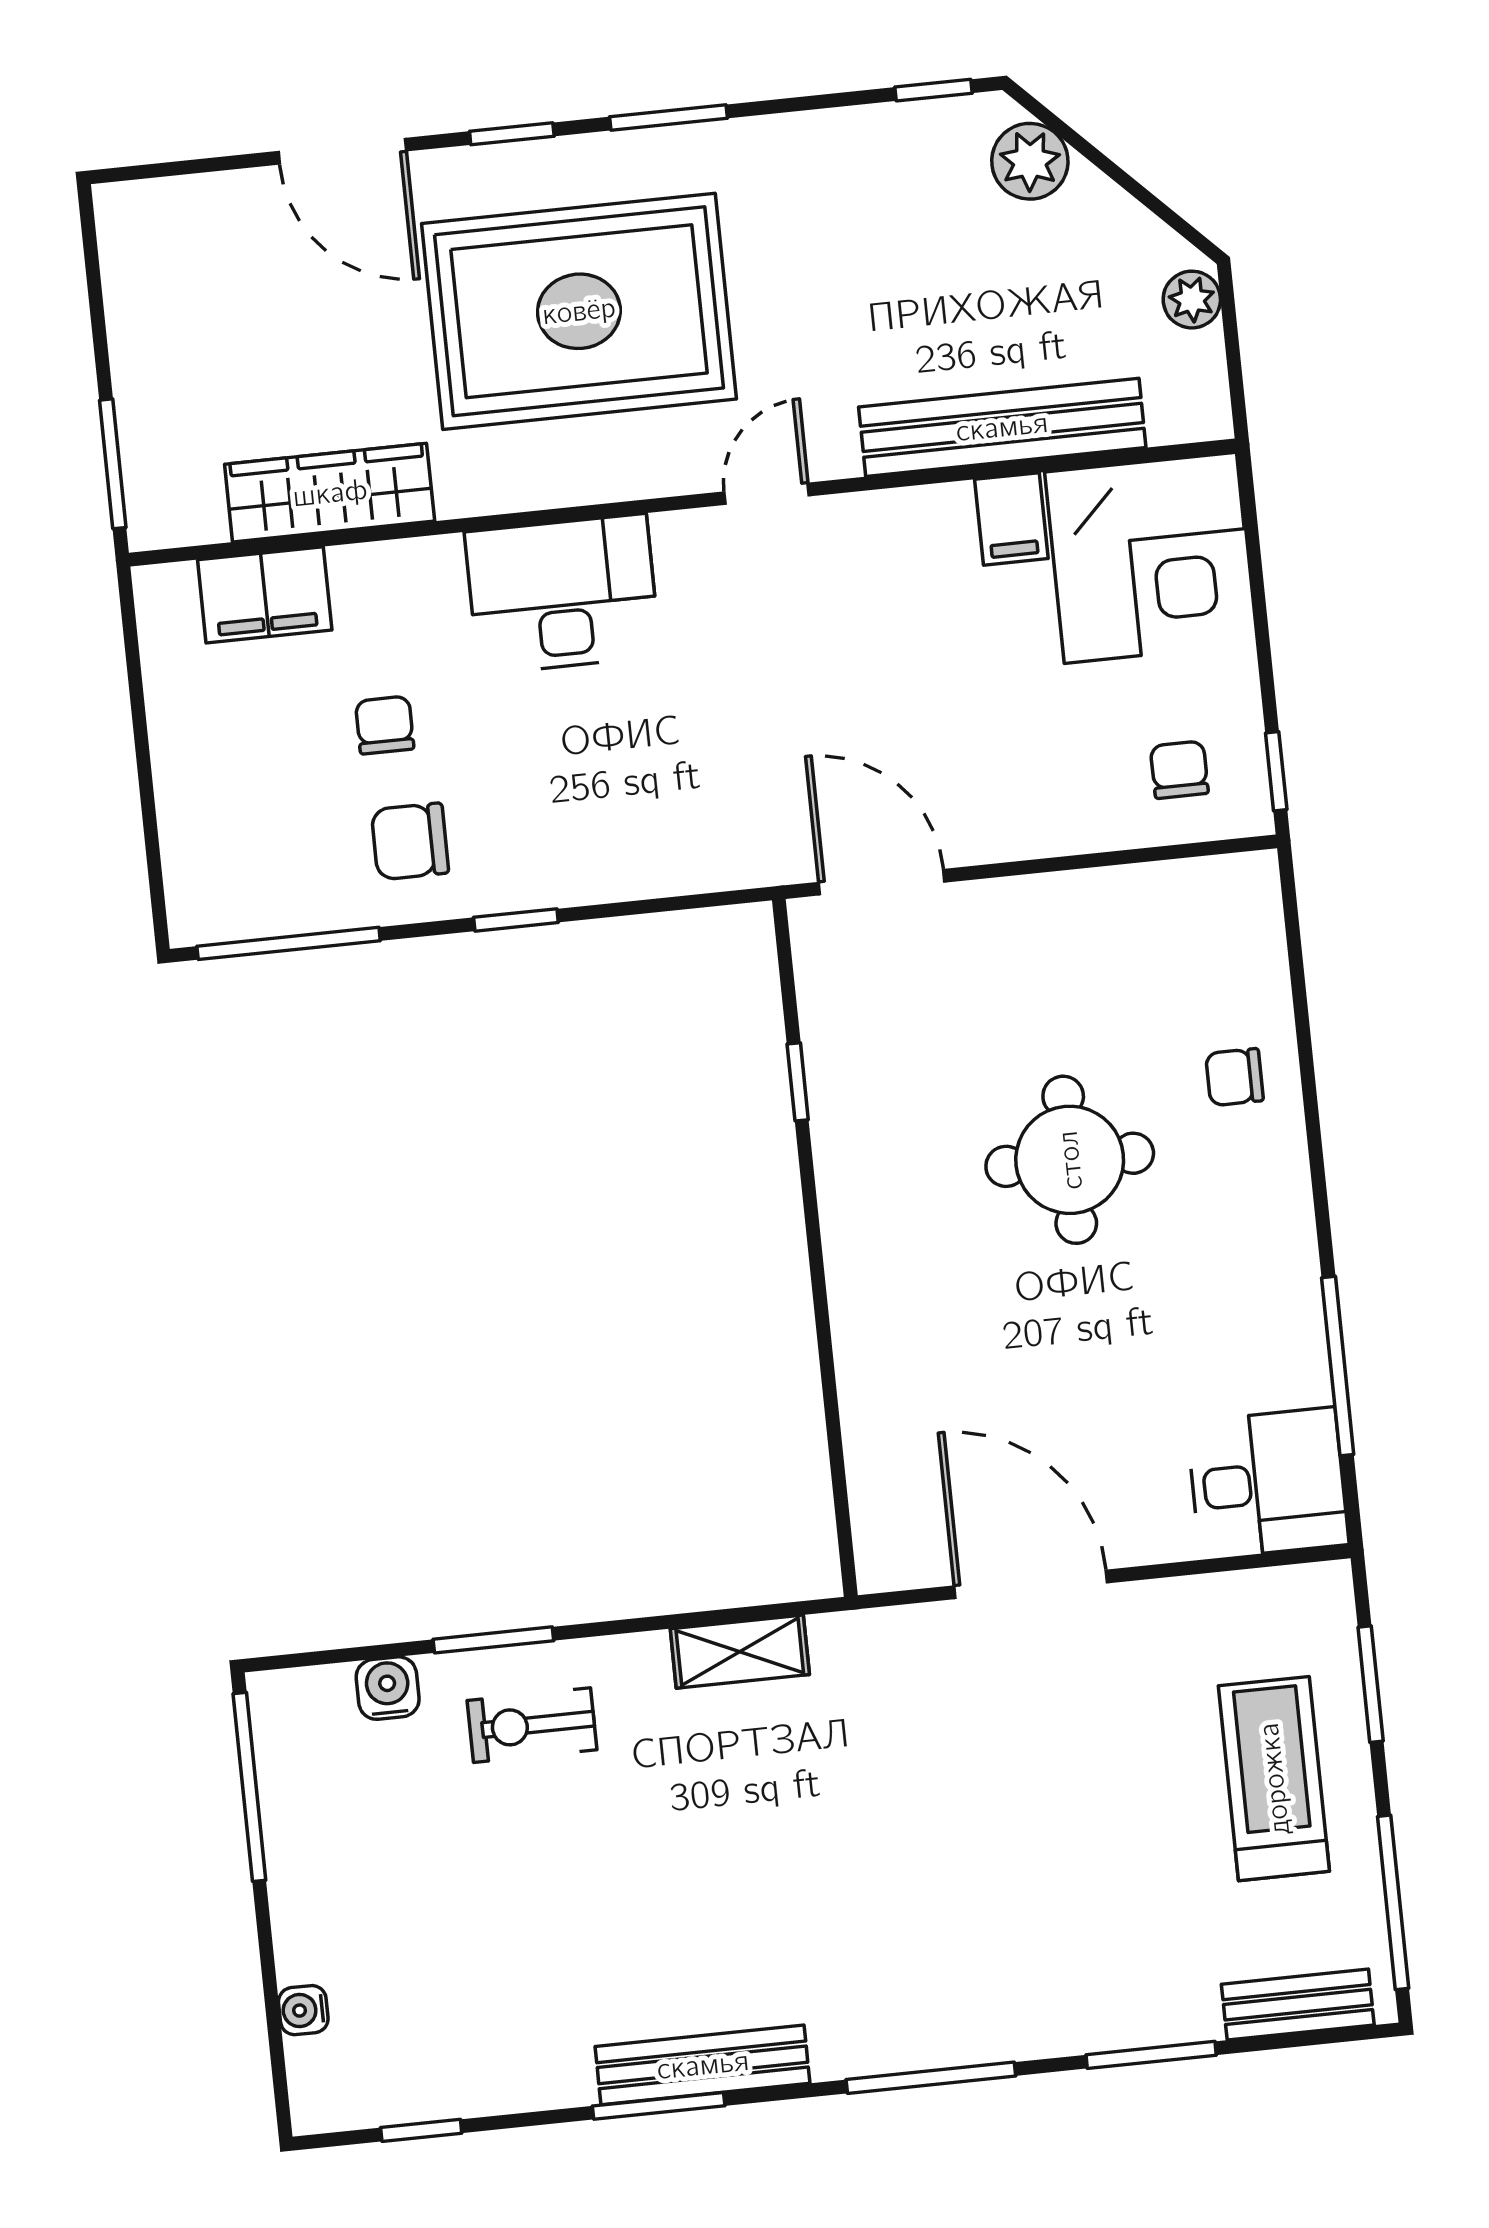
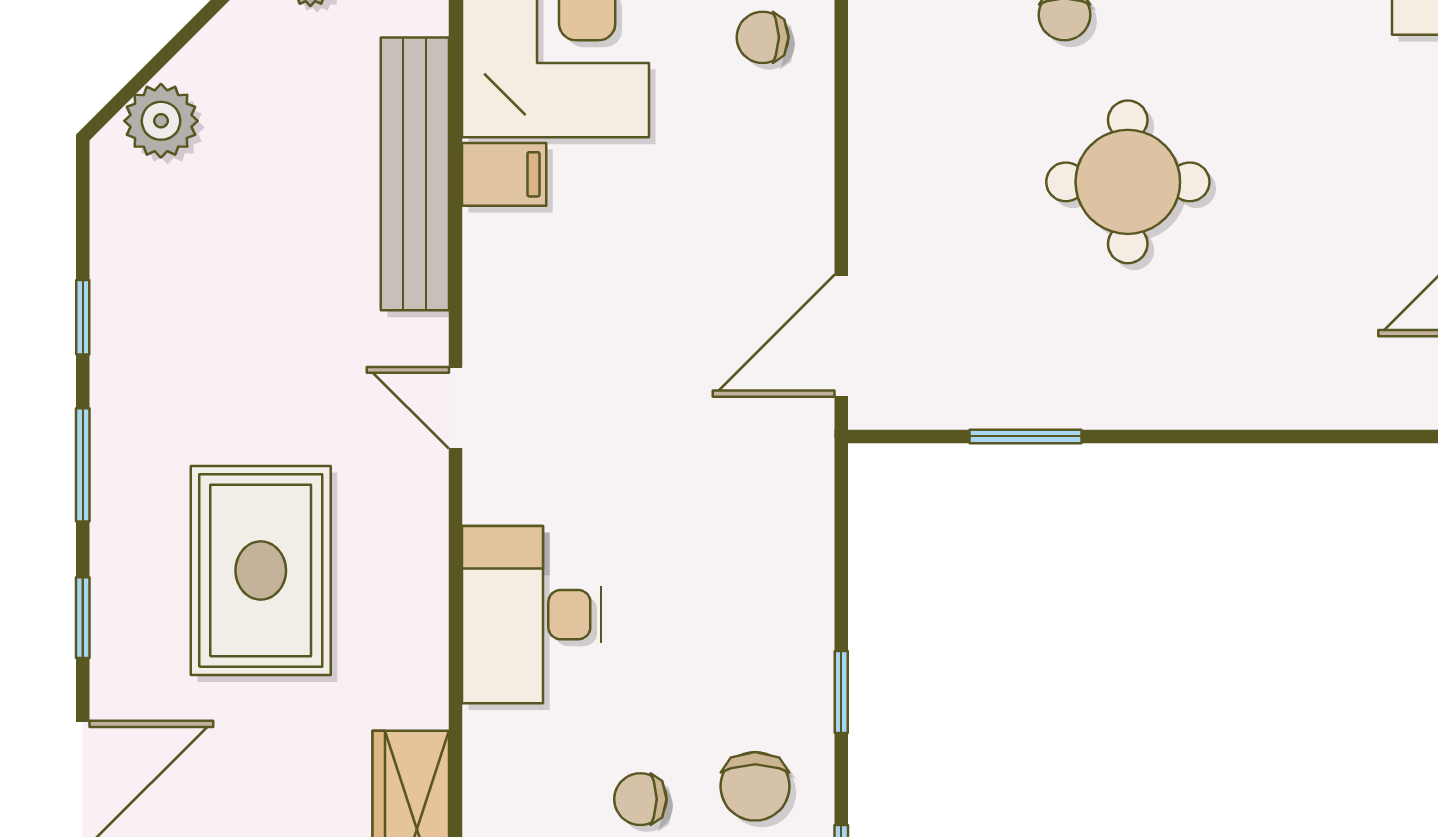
window: (934, 90) -> (83, 317), moved
rug: (579, 311) -> (261, 571), width x0.73, depth x0.69
window: (798, 1082) -> (1026, 436), width x1.50

